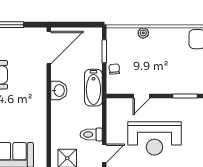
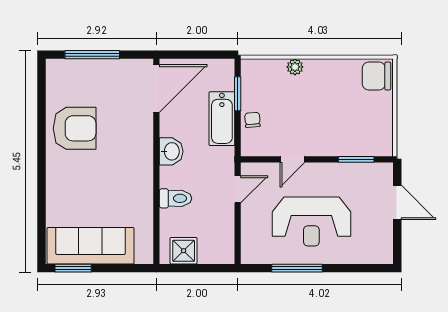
bathtub: (93, 88) -> (222, 119), moved
toilet: (91, 135) -> (175, 198), moved, turned 180
door: (104, 153) -> (238, 189), moved

